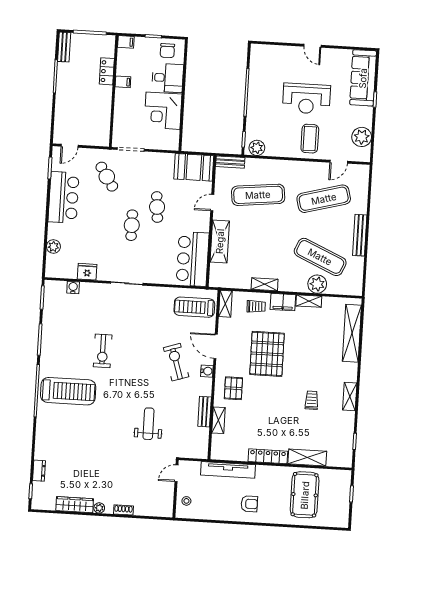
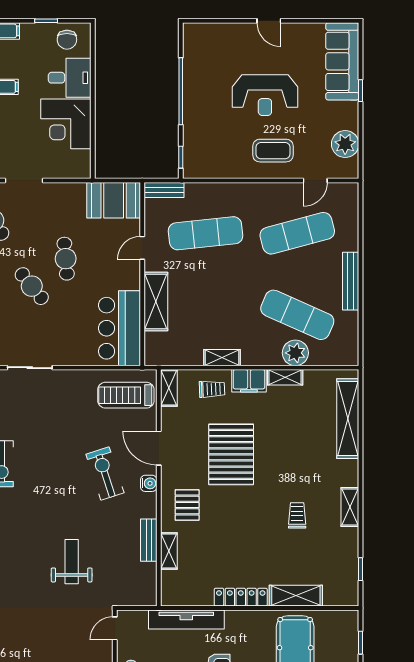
coffee table: (310, 139) -> (273, 151), turned 90
plant: (257, 148) -> (200, 168), removed
cafe table: (132, 225) -> (32, 286), turned -39

